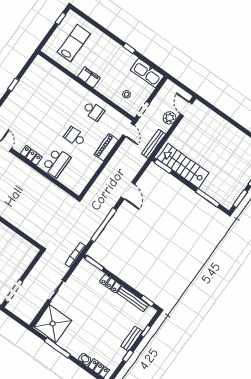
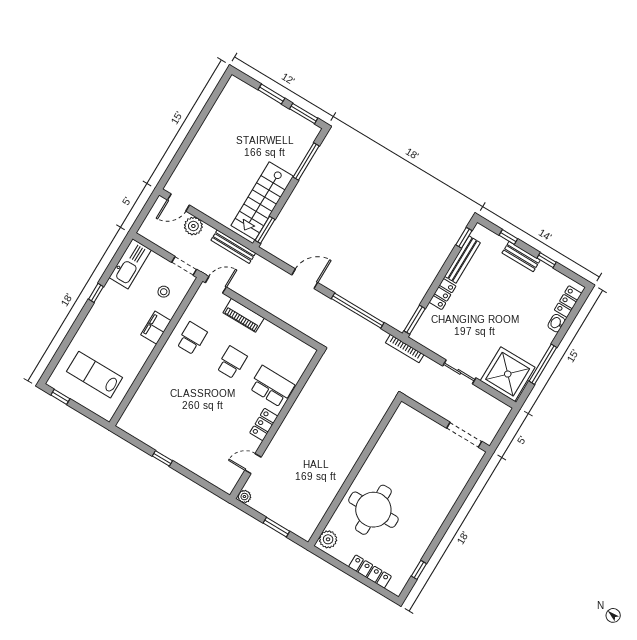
filing cabinet: (89, 77) -> (156, 328), moved
school desk: (75, 137) -> (232, 362), turned 180

